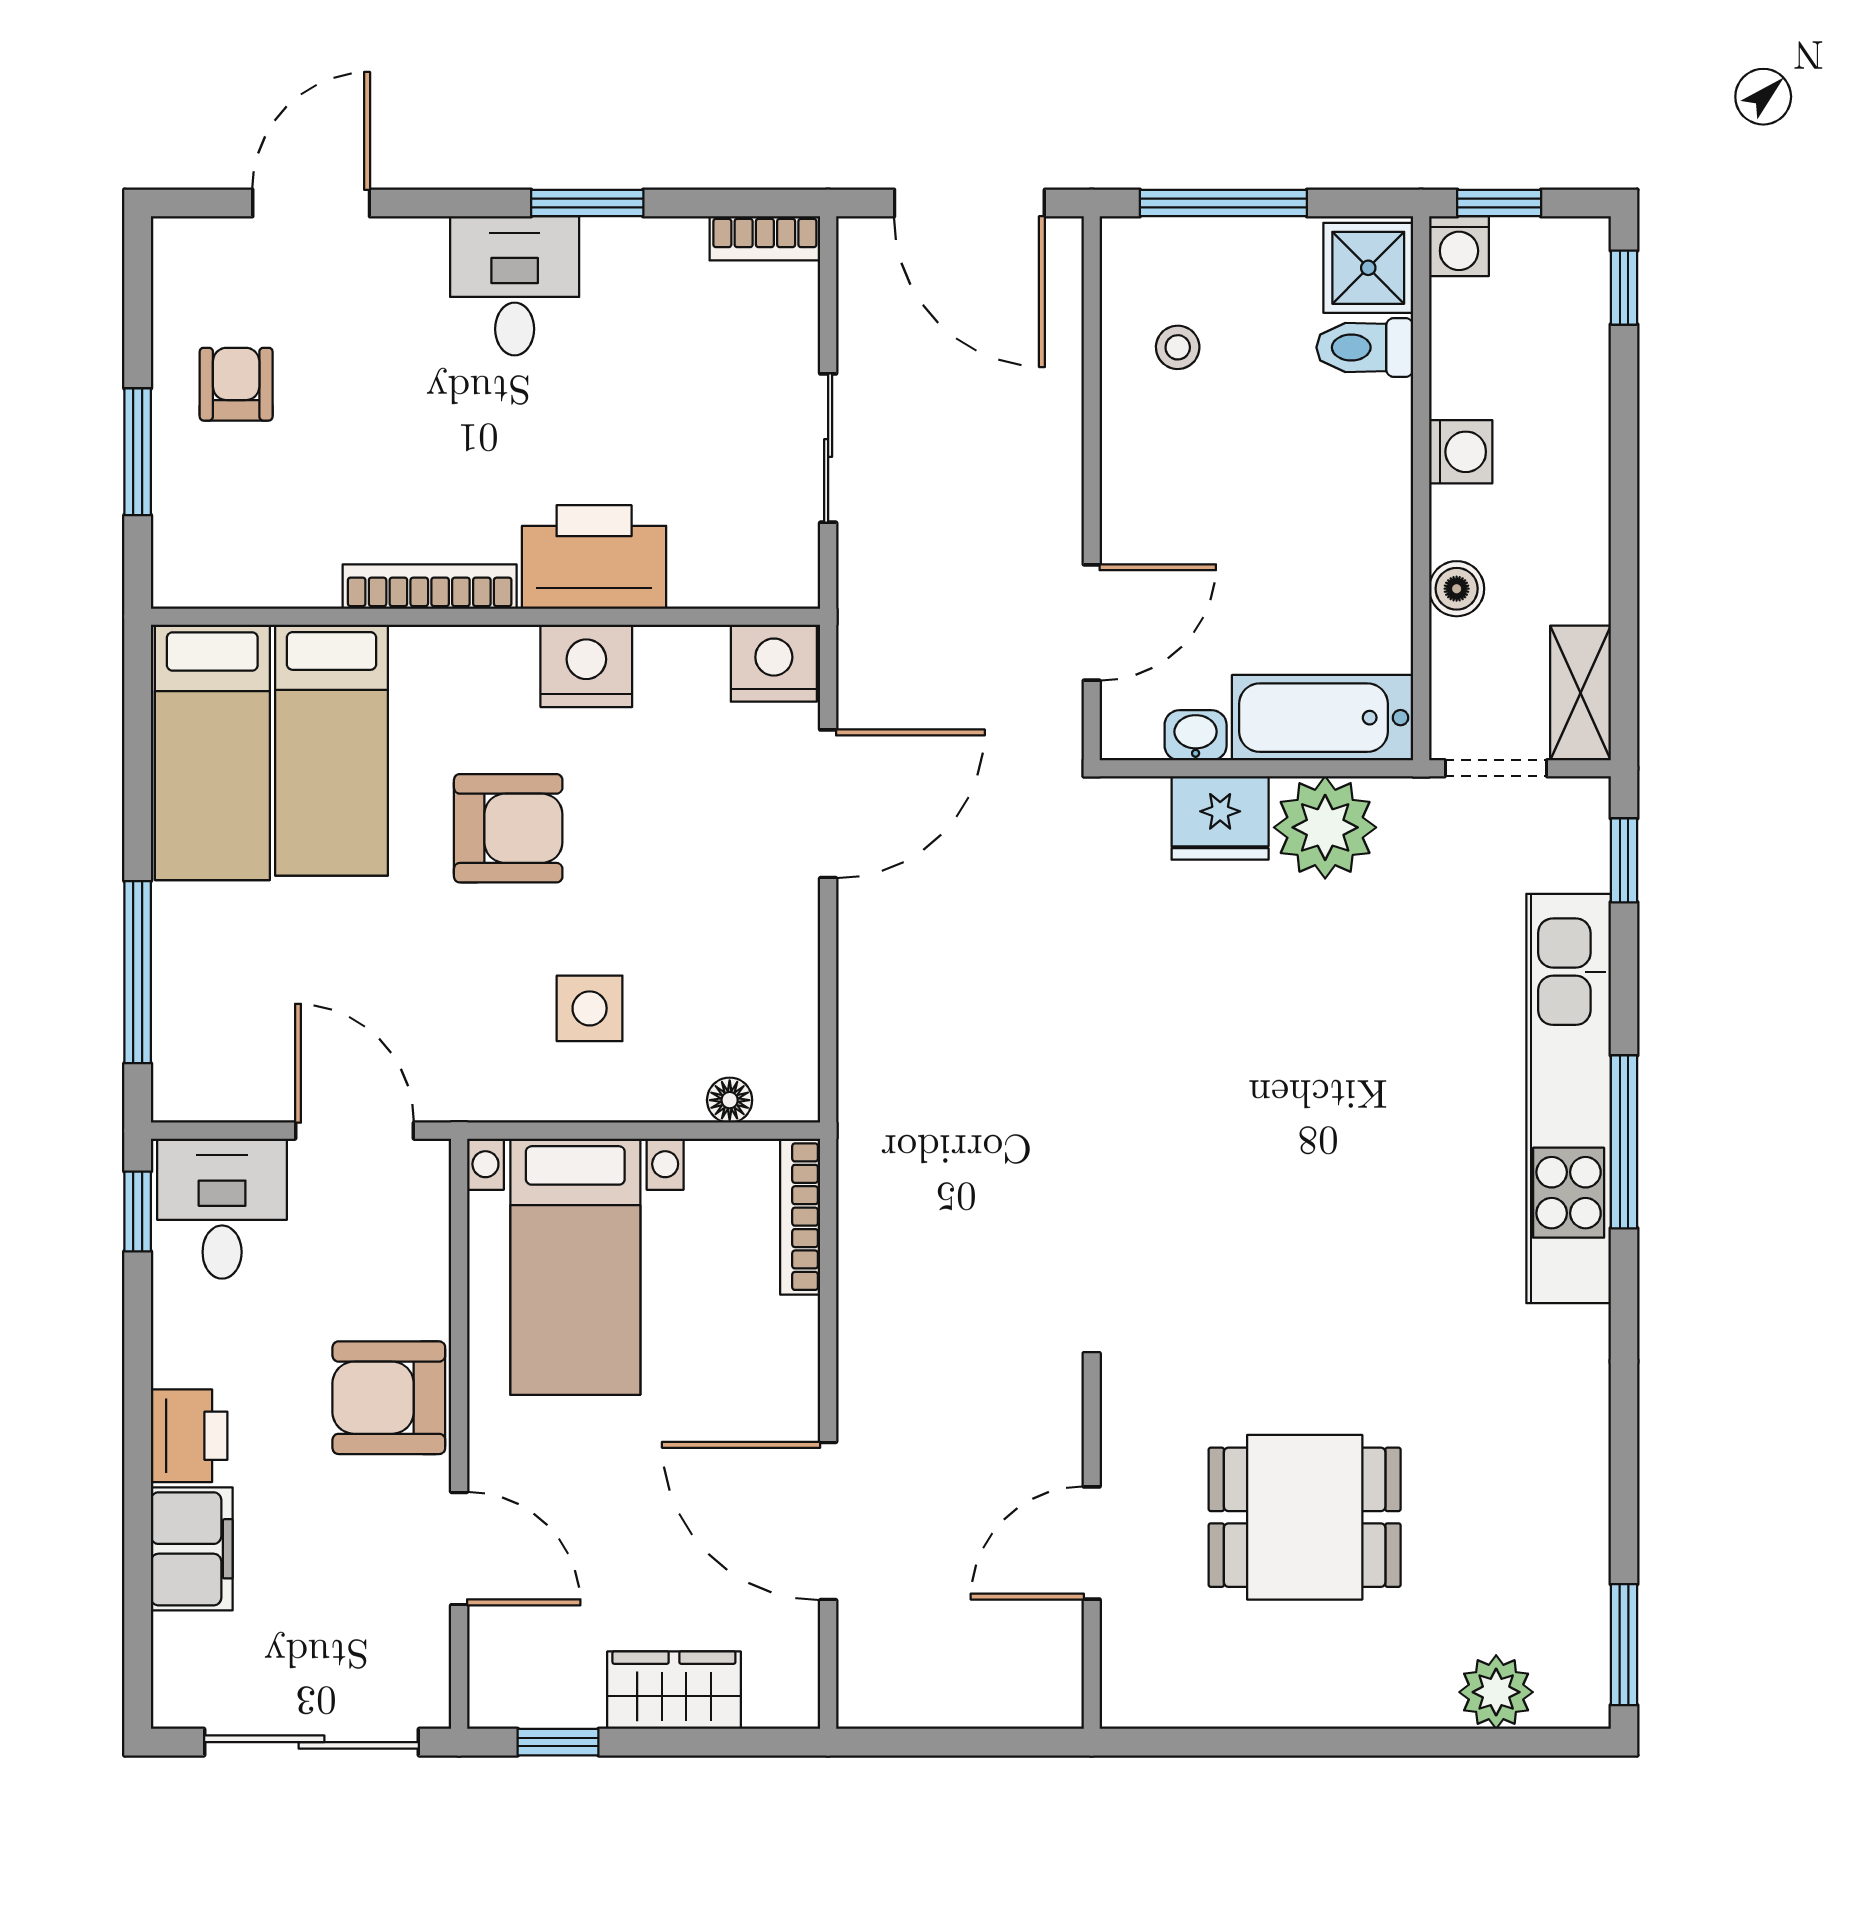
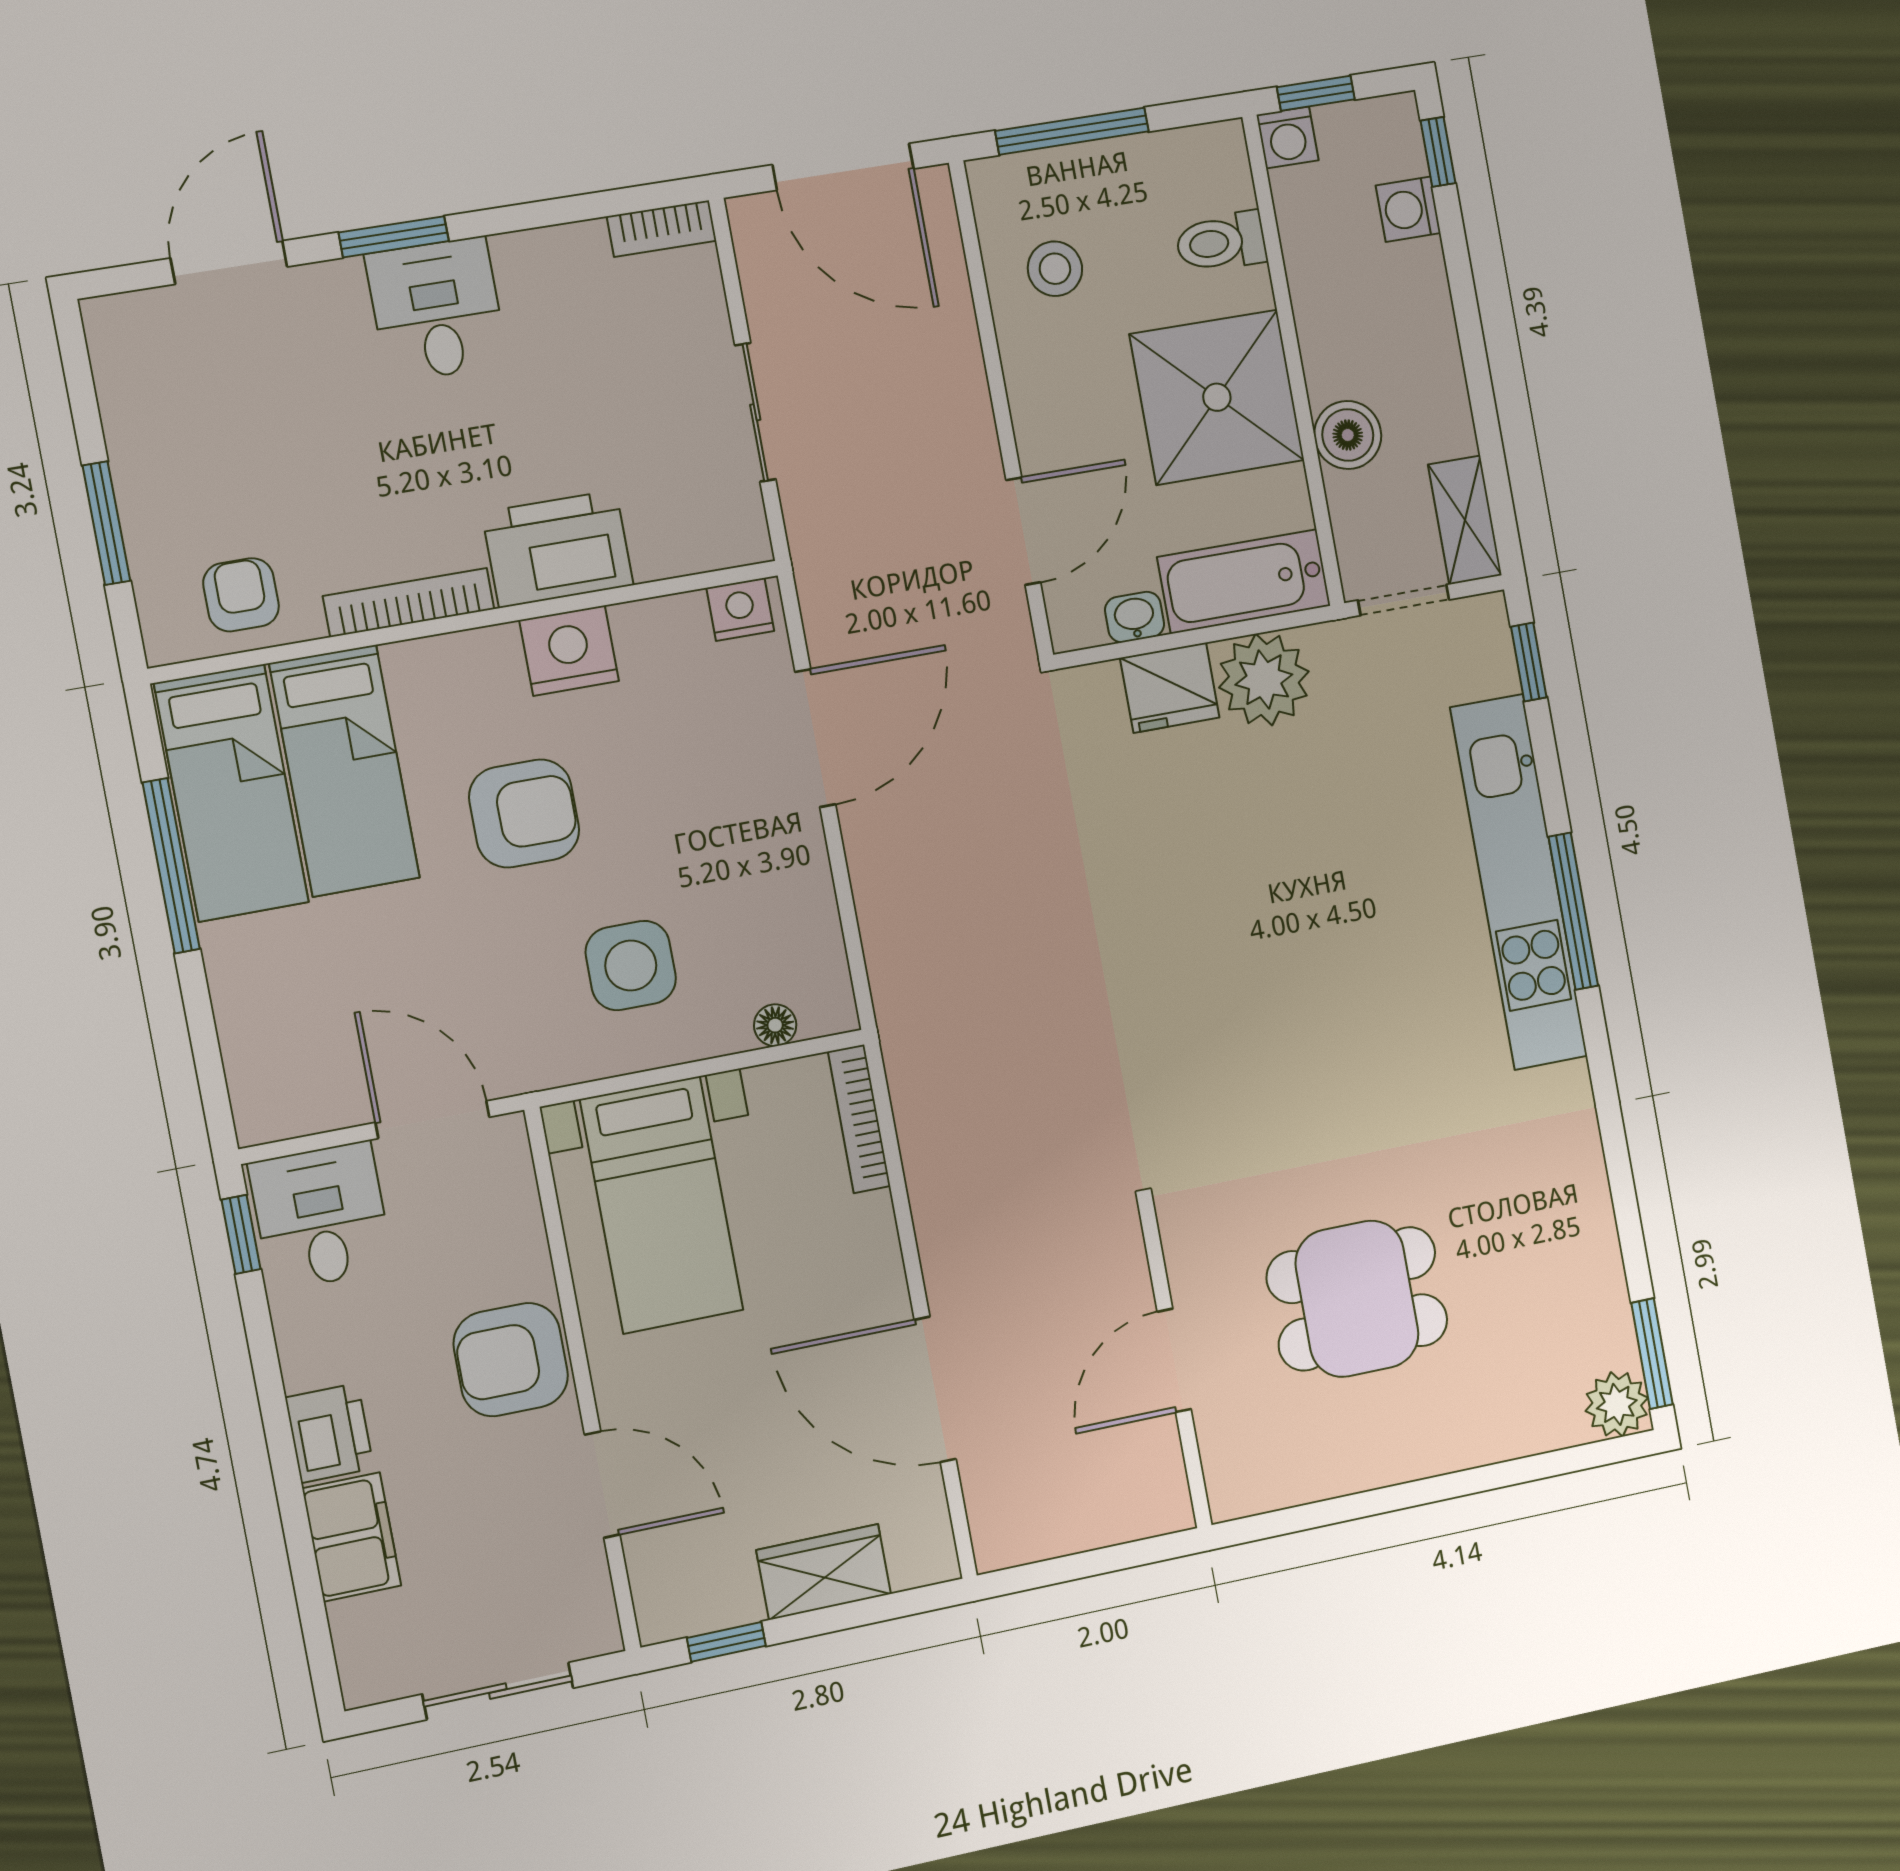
window: (587, 203) -> (394, 237), moved
shower: (1368, 268) -> (1217, 397), moved, width x1.86, depth x1.86
stool: (1178, 347) -> (1055, 269), width x1.37, depth x1.37
armchair: (236, 384) -> (241, 595), moved
washing machine: (1461, 452) -> (1408, 209), moved, turned 180
boiler: (1457, 589) -> (1348, 435), width x1.36, depth x1.36
nightstand: (774, 663) -> (740, 609), width x0.74, depth x0.75
window: (138, 972) -> (171, 866), moved
side table: (590, 1008) -> (631, 965), width x1.37, depth x1.37
plant: (1496, 1692) -> (1617, 1404), moved
sliding door: (312, 1742) -> (498, 1691), width x0.73

